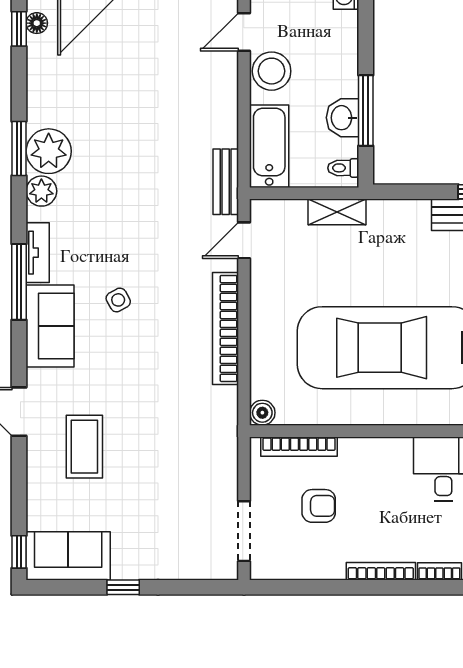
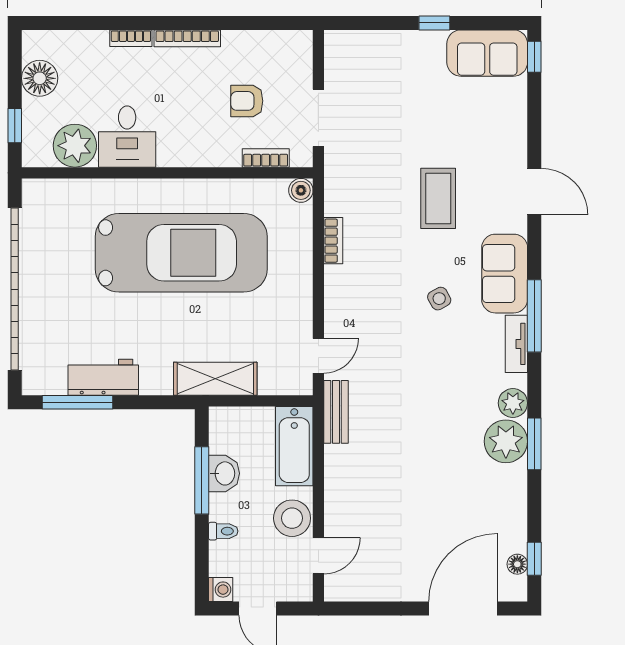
toilet: (343, 168) -> (223, 531), moved
shelving: (337, 212) -> (215, 379), width x1.50, depth x1.33
bookcase: (226, 328) -> (333, 241), width x0.43, depth x0.76
coffee table: (84, 447) -> (438, 198), moved
bookcase: (299, 447) -> (266, 158), width x0.64
doorway: (244, 531) -> (318, 118), moved

